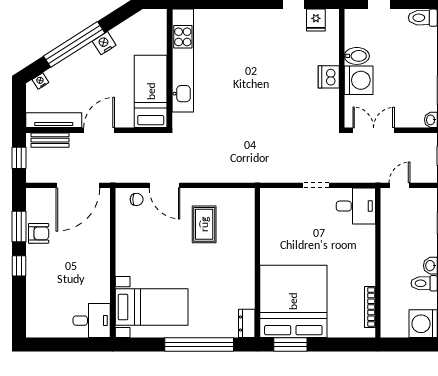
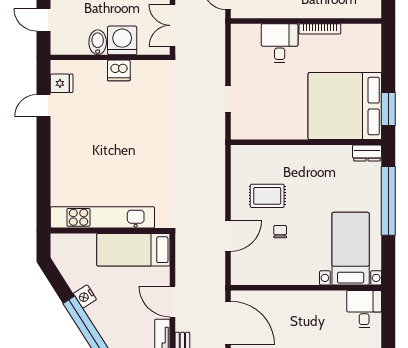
doorway: (316, 185) -> (228, 99), moved
chair: (137, 199) -> (280, 232), moved
desk: (356, 206) -> (280, 43), moved
bookcase: (370, 307) -> (320, 29), moved

